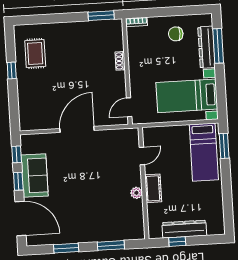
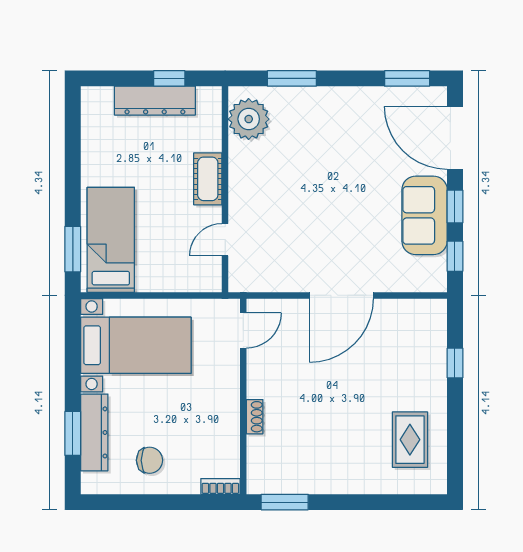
window: (218, 46) -> (73, 433), width x0.69
window: (12, 70) -> (455, 363), moved
plant: (136, 193) -> (249, 119), moved, width x1.88, depth x1.88
window: (66, 248) -> (407, 78), moved

